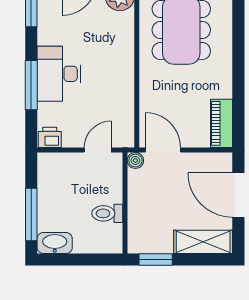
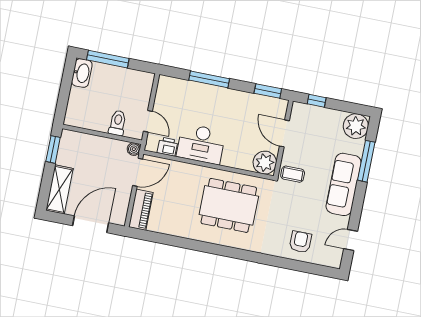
desk: (59, 74) -> (201, 144), moved, turned 180
piano: (222, 123) -> (141, 210), moved, turned 90
printer: (50, 137) -> (167, 147), moved, turned -90
toilet: (107, 213) -> (118, 123), moved

